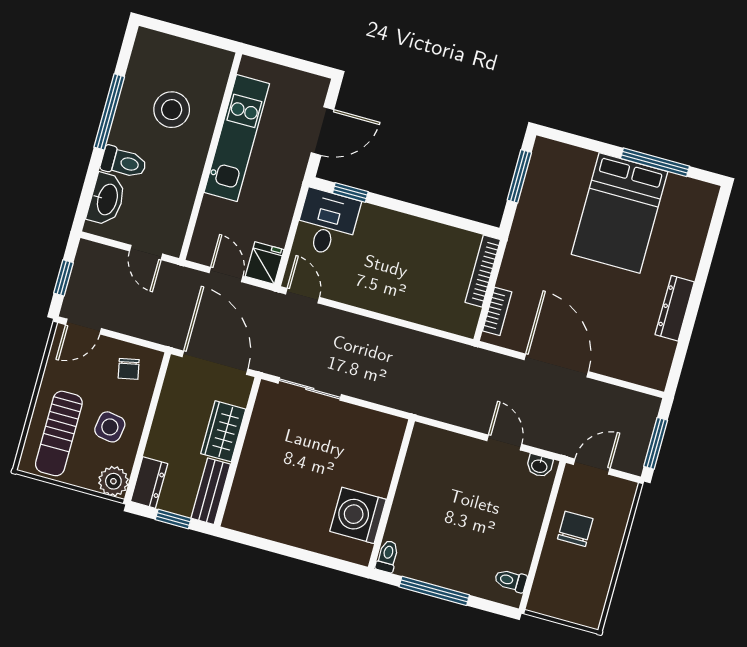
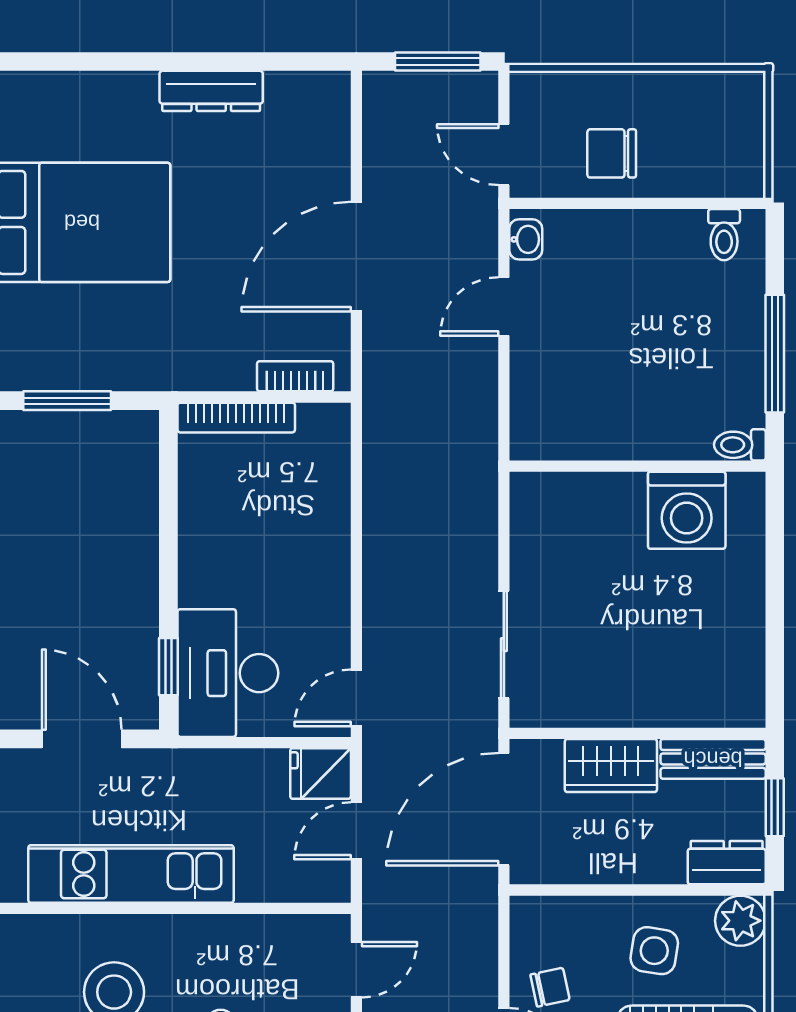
desk: (327, 223) -> (228, 673), width x1.37
chair: (129, 369) -> (550, 987), moved

